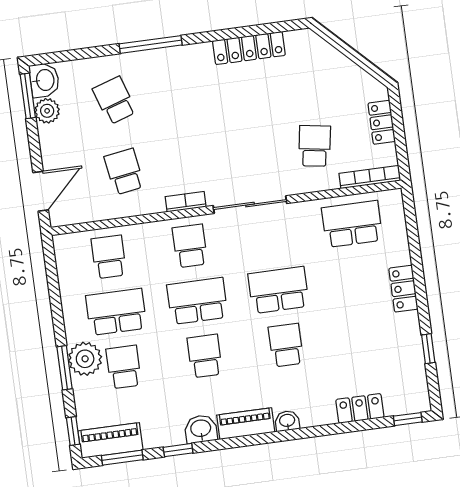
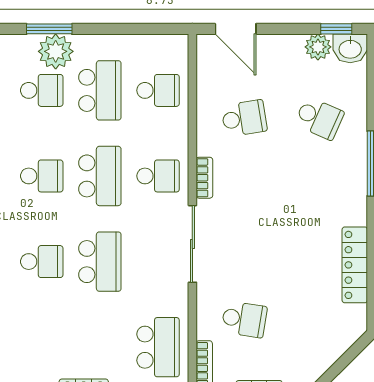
window: (28, 96) -> (336, 29), width x0.67
school desk: (115, 100) -> (319, 118), turned 42

